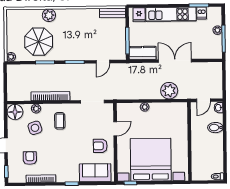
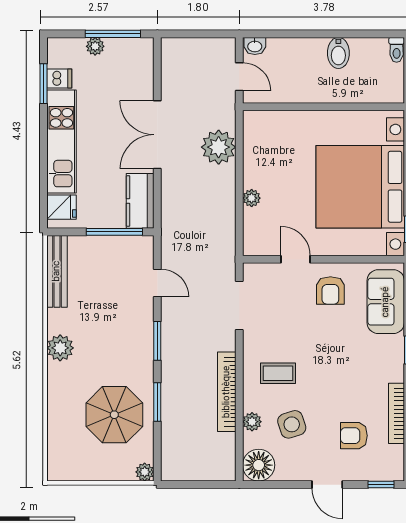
bench: (113, 13) -> (57, 271), width x1.36
plant: (49, 15) -> (60, 348), moved
bidet: (215, 128) -> (338, 53), moved

